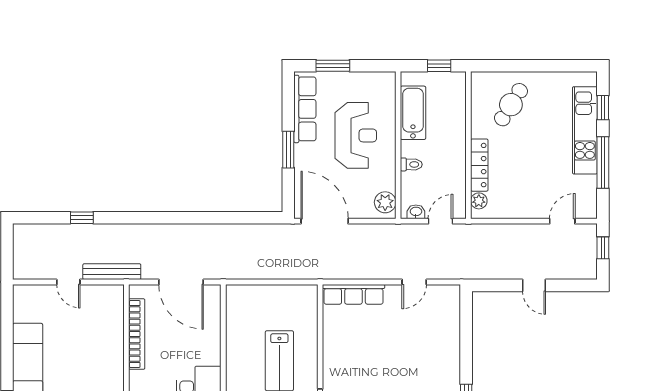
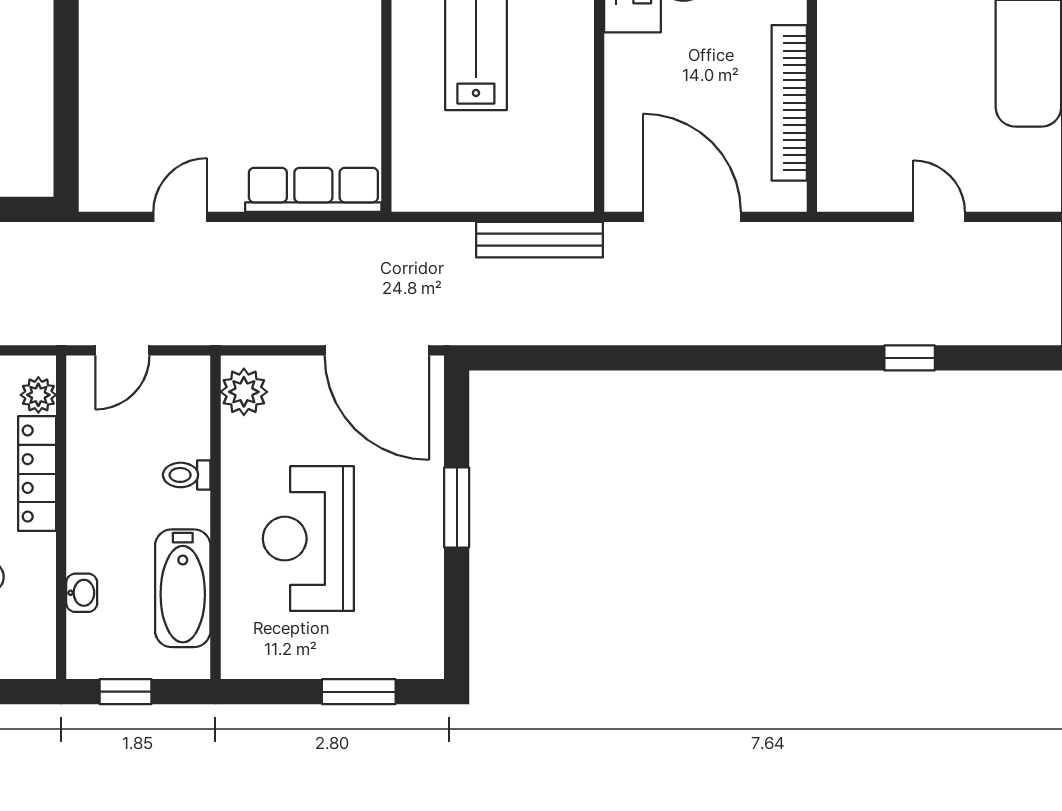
row of seats: (305, 109) -> (420, 597), removed
washbasin: (416, 212) -> (82, 593), moved, turned -90
bench: (112, 272) -> (540, 240), moved

